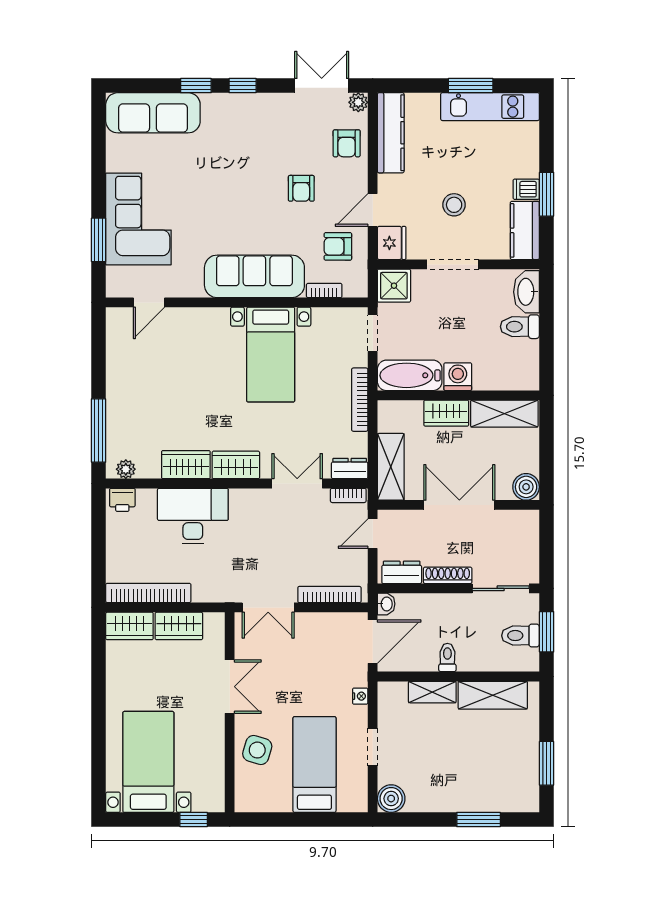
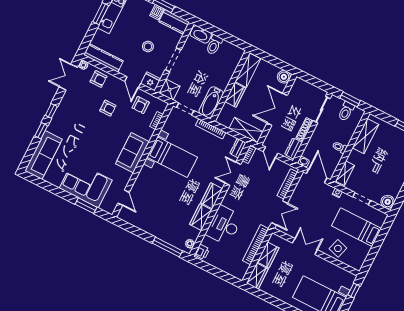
sofa: (254, 276) -> (132, 153), width x0.73
washing machine: (458, 377) -> (222, 82), removed
bookcase: (148, 593) -> (256, 245), moved
shelving: (432, 692) -> (345, 173), moved

